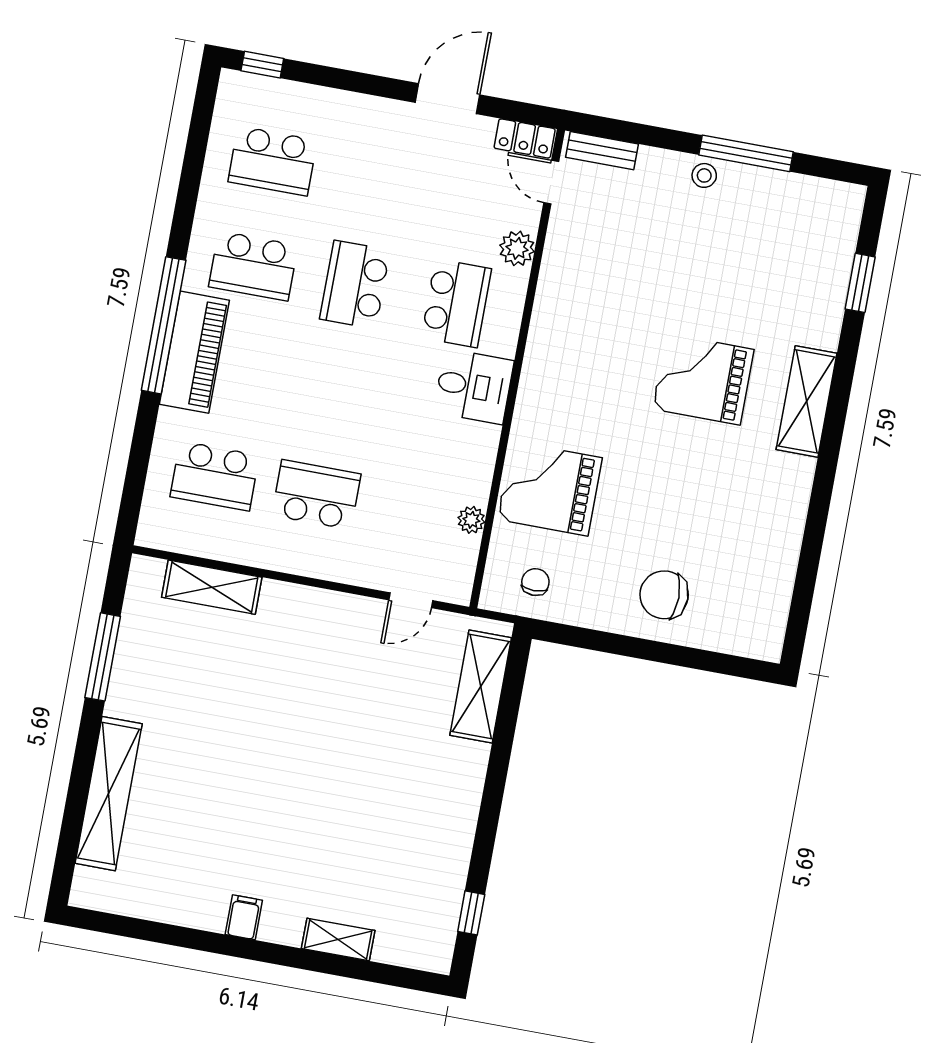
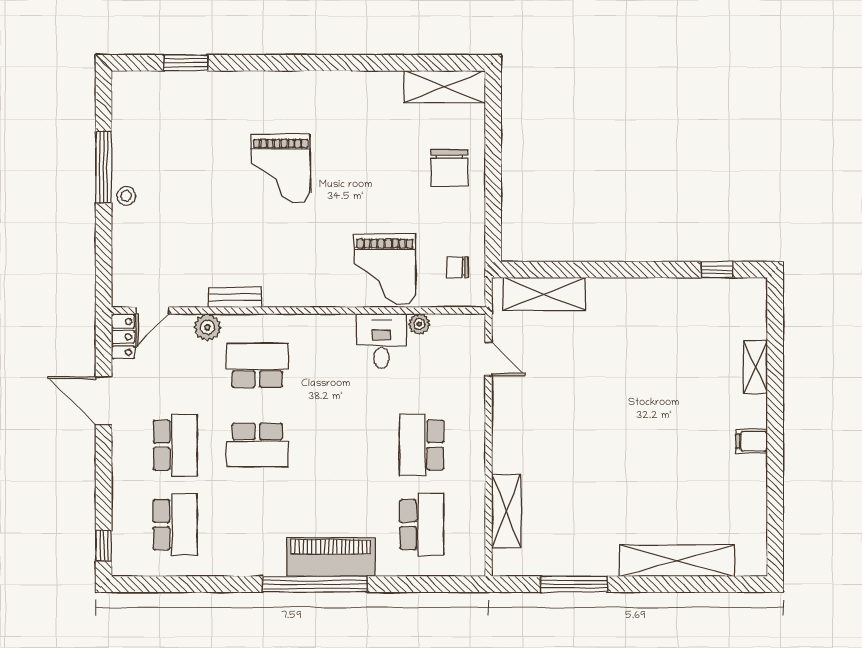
bench: (602, 151) -> (235, 297), moved, turned 90
school desk: (253, 266) -> (175, 445), moved
desk: (474, 386) -> (381, 341), moved
shelving: (807, 401) -> (445, 87), moved

